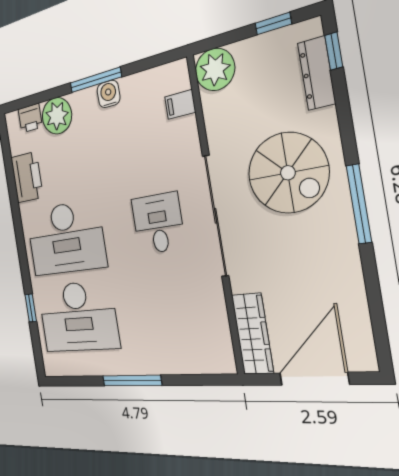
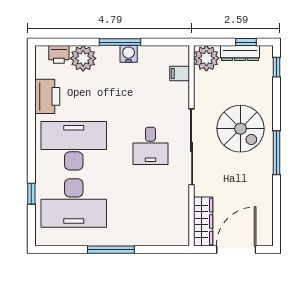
dresser: (317, 73) -> (240, 53), moved, turned -90
desk: (158, 223) -> (151, 146), turned 180
desk: (65, 238) -> (74, 146), turned 180

